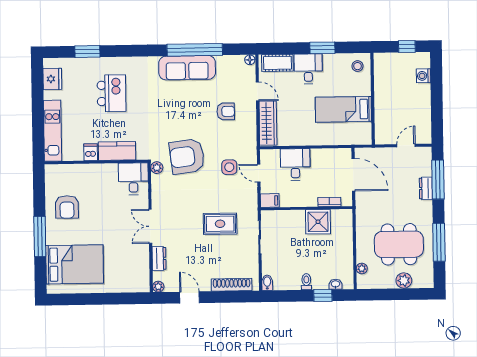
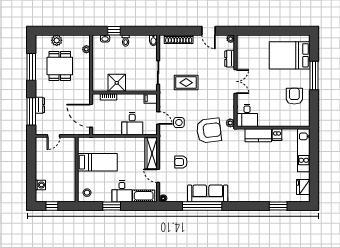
kitchen island: (111, 93) -> (262, 176), removed
dining table: (399, 244) -> (60, 66), width x0.73

